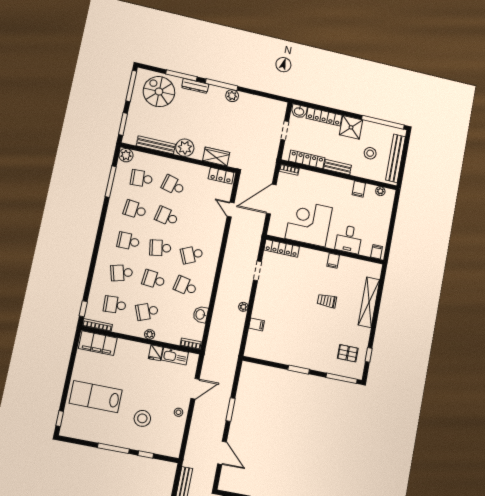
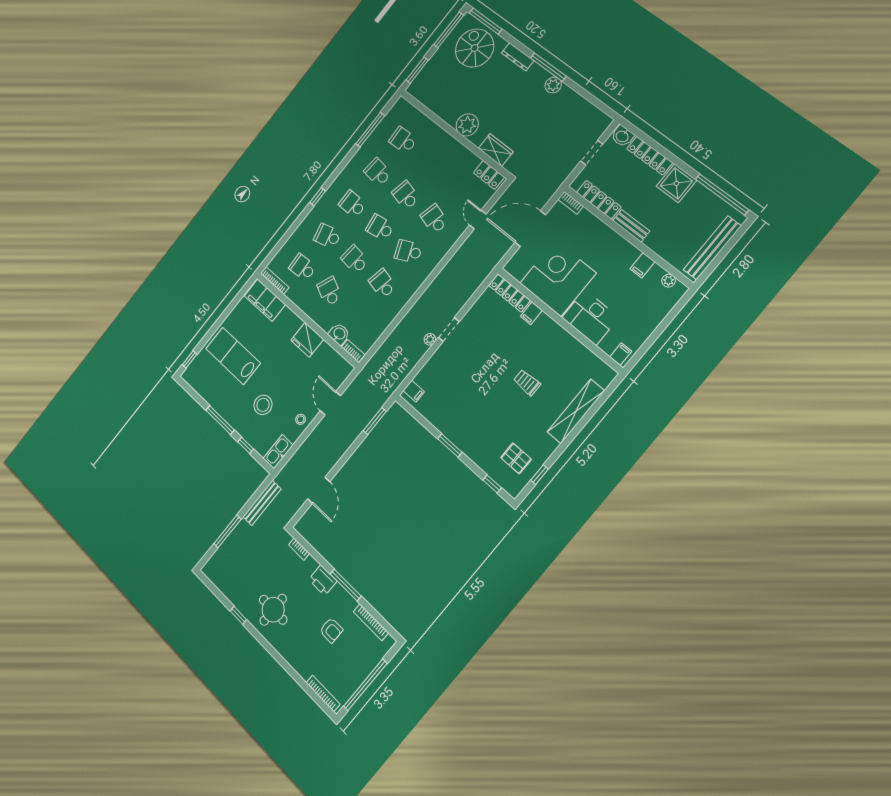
window: (181, 75) -> (486, 21), moved
bench: (156, 145) -> (438, 108), removed
stool: (370, 153) -> (683, 227), removed
plant: (126, 155) -> (401, 107), removed
school desk: (173, 185) -> (434, 219), moved
desk: (349, 239) -> (590, 318), width x1.37
filing cabinet: (333, 261) -> (531, 313), moved
doorway: (257, 271) -> (449, 330), moved
window: (83, 309) -> (318, 197), moved
school desk: (147, 311) -> (329, 291), turned 45
washbasin: (201, 315) -> (339, 334), moved, turned 90
filing cabinet: (257, 324) -> (414, 391), moved
plant: (150, 334) -> (318, 318), removed
fridge: (156, 353) -> (307, 340), width x1.88, depth x1.34
kitchen sink: (175, 356) -> (278, 452), moved, turned 90
window: (342, 378) -> (492, 484), width x0.46
door: (195, 389) -> (330, 403), swing flipped
window: (230, 410) -> (375, 421), moved

